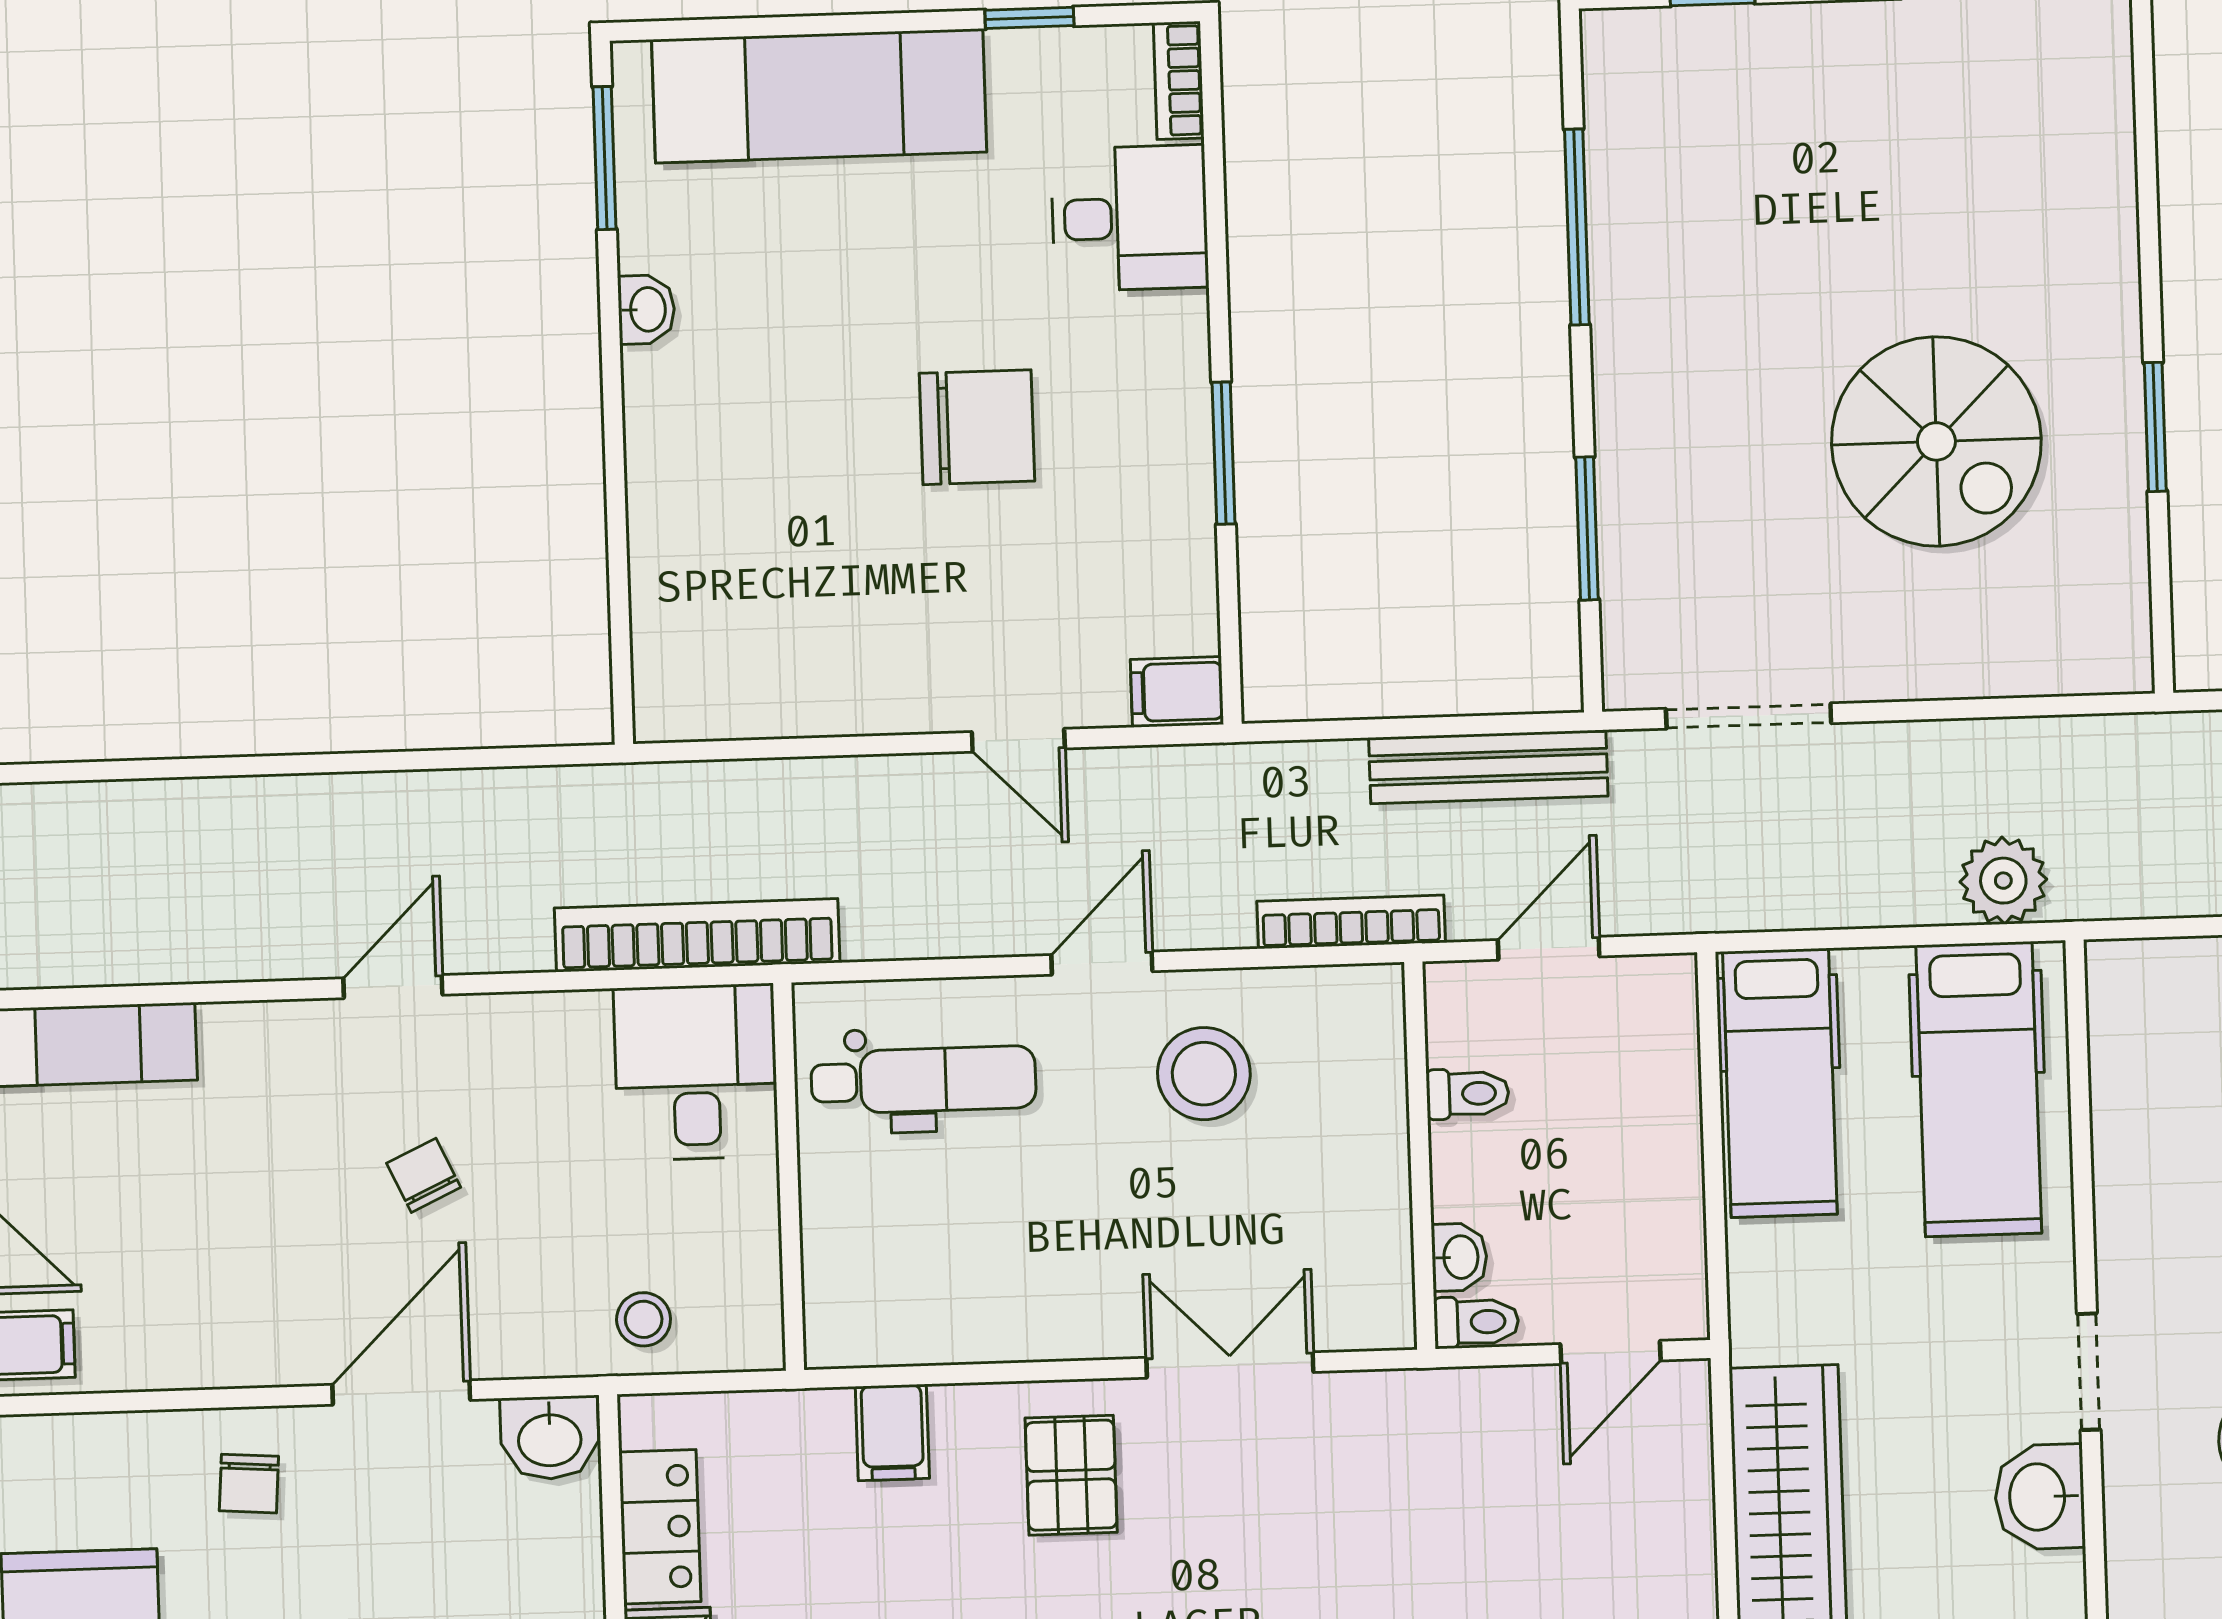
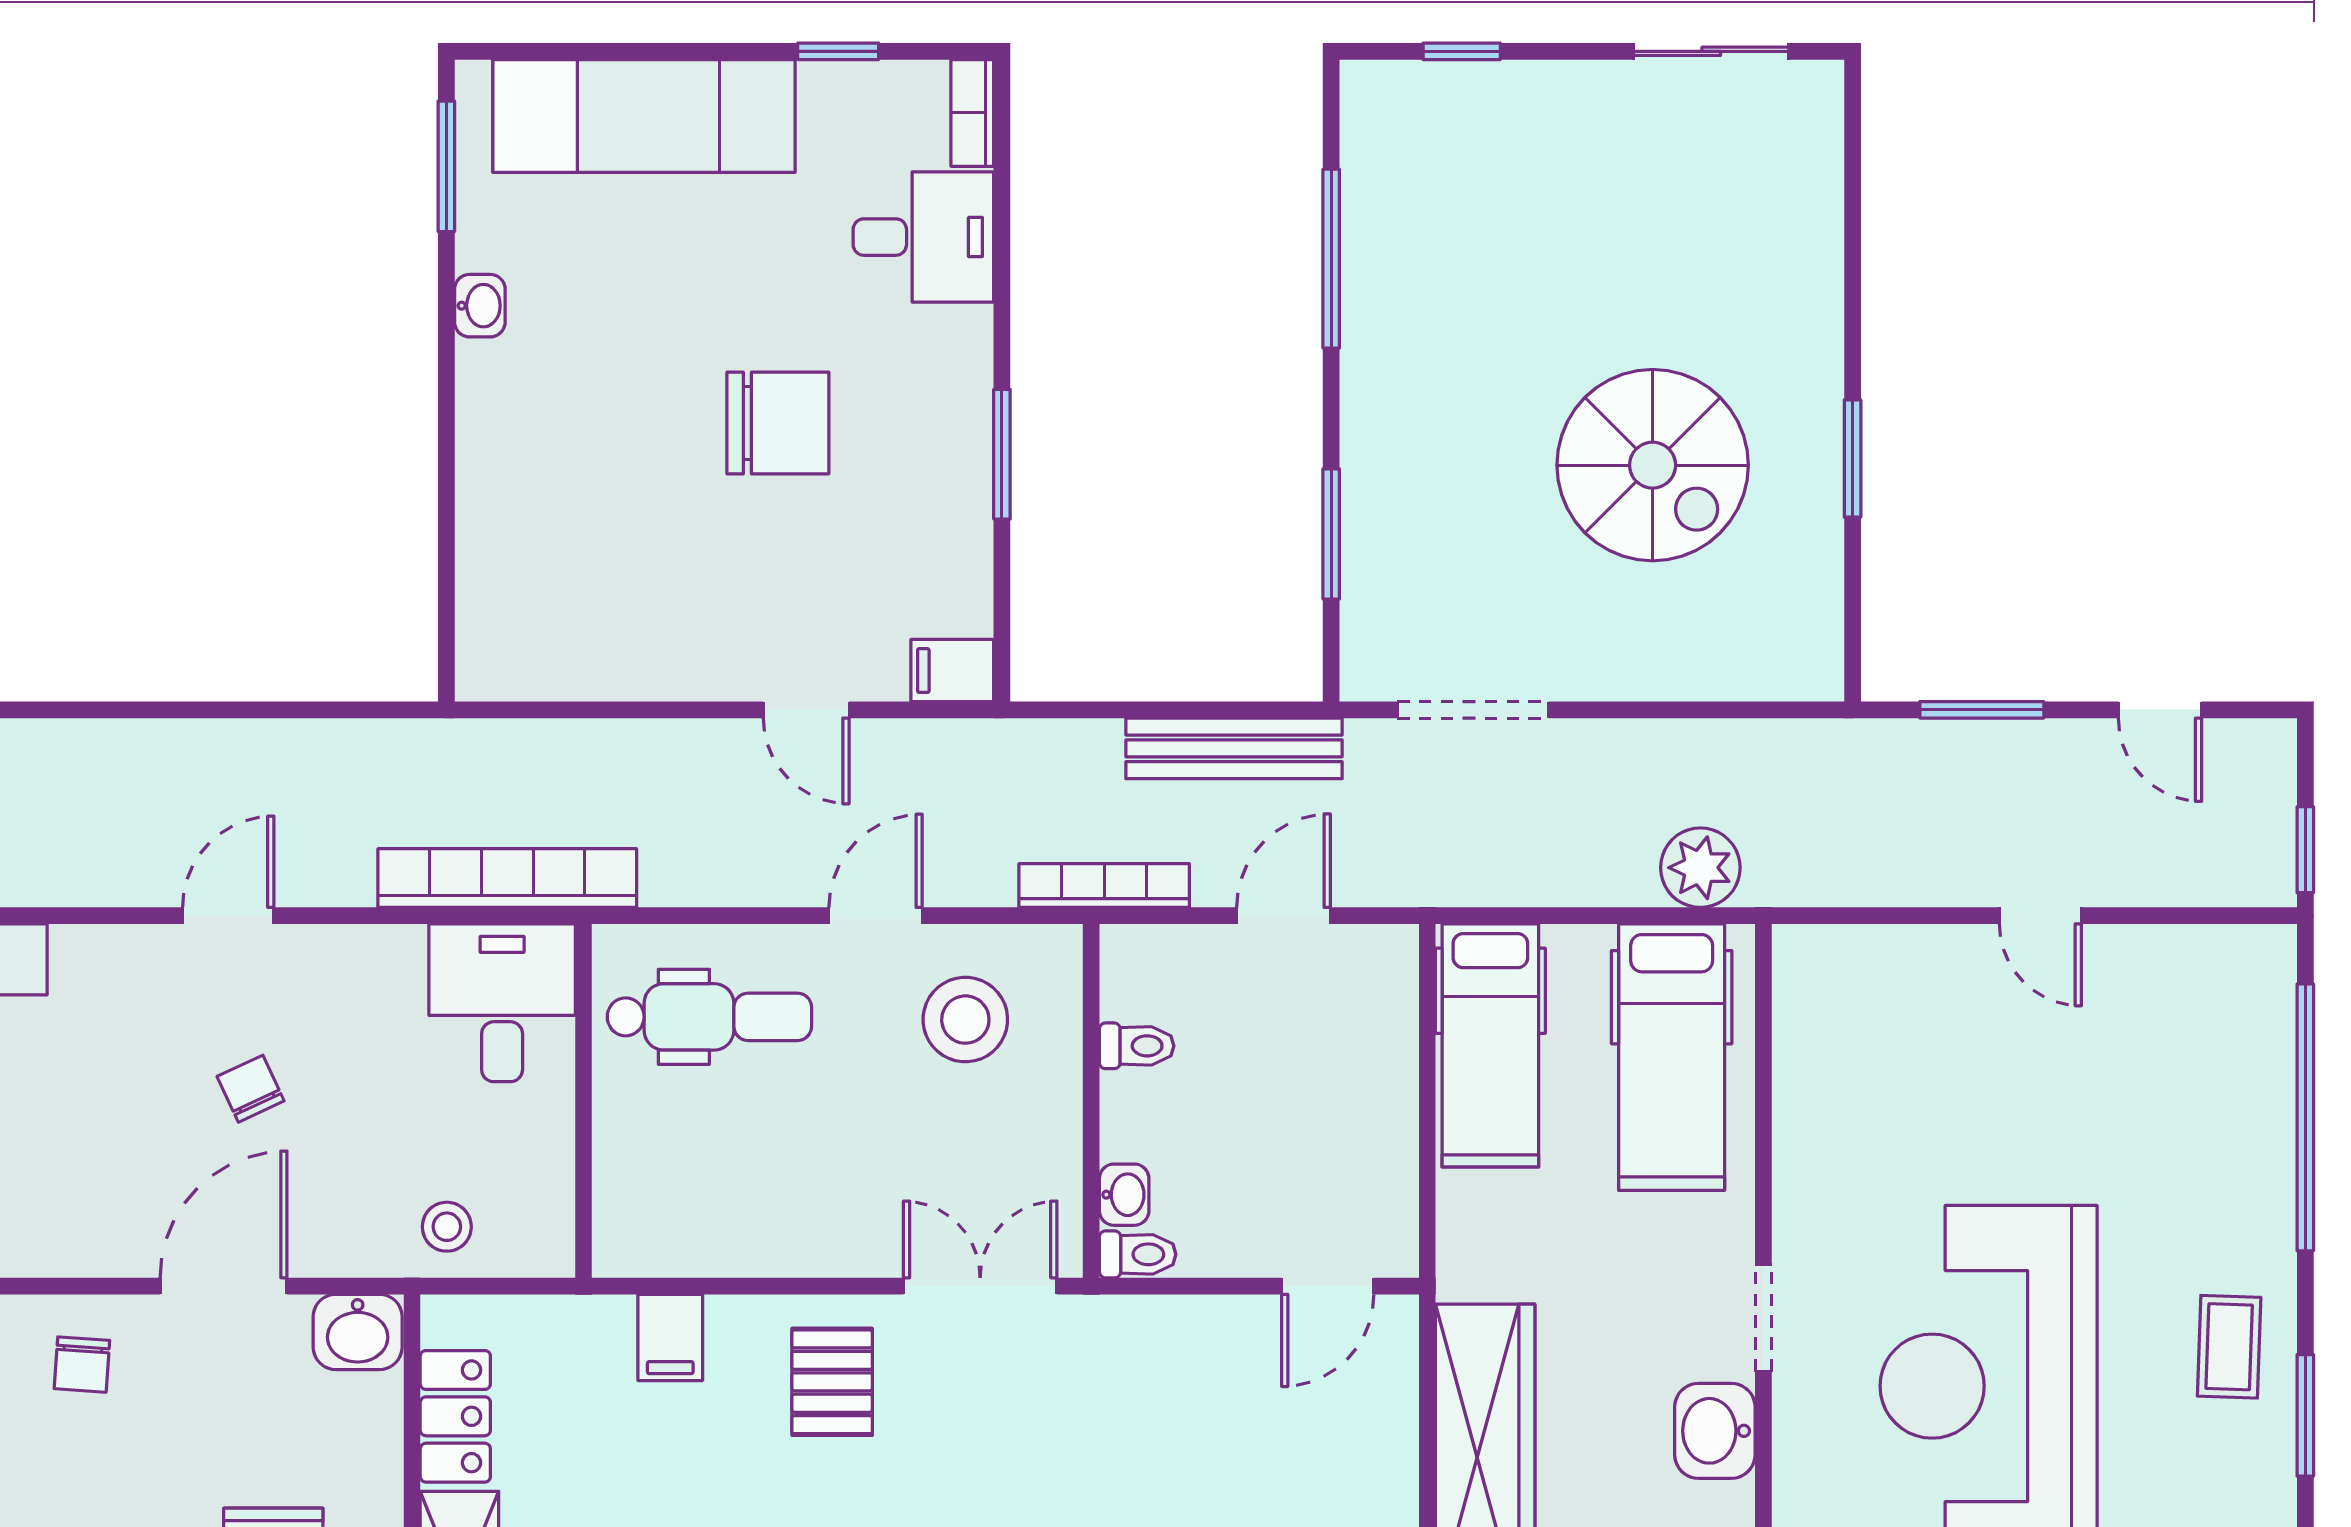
toilet: (1468, 1094) -> (1137, 1046), moved
wall: (1420, 1156) -> (1091, 1101), moved
washbasin: (1459, 1257) -> (1124, 1195), moved
toilet: (1476, 1322) -> (1138, 1254), moved

